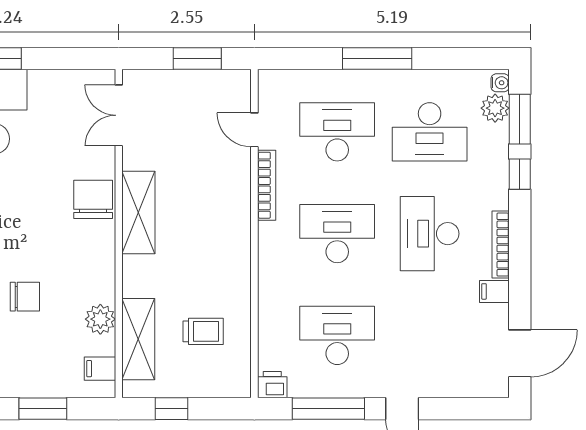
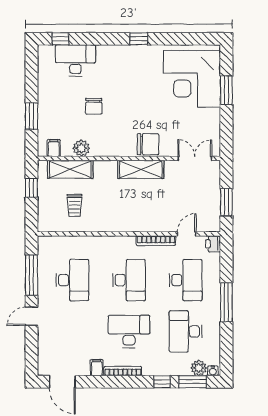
printer: (272, 385) -> (213, 244), moved, turned 180

